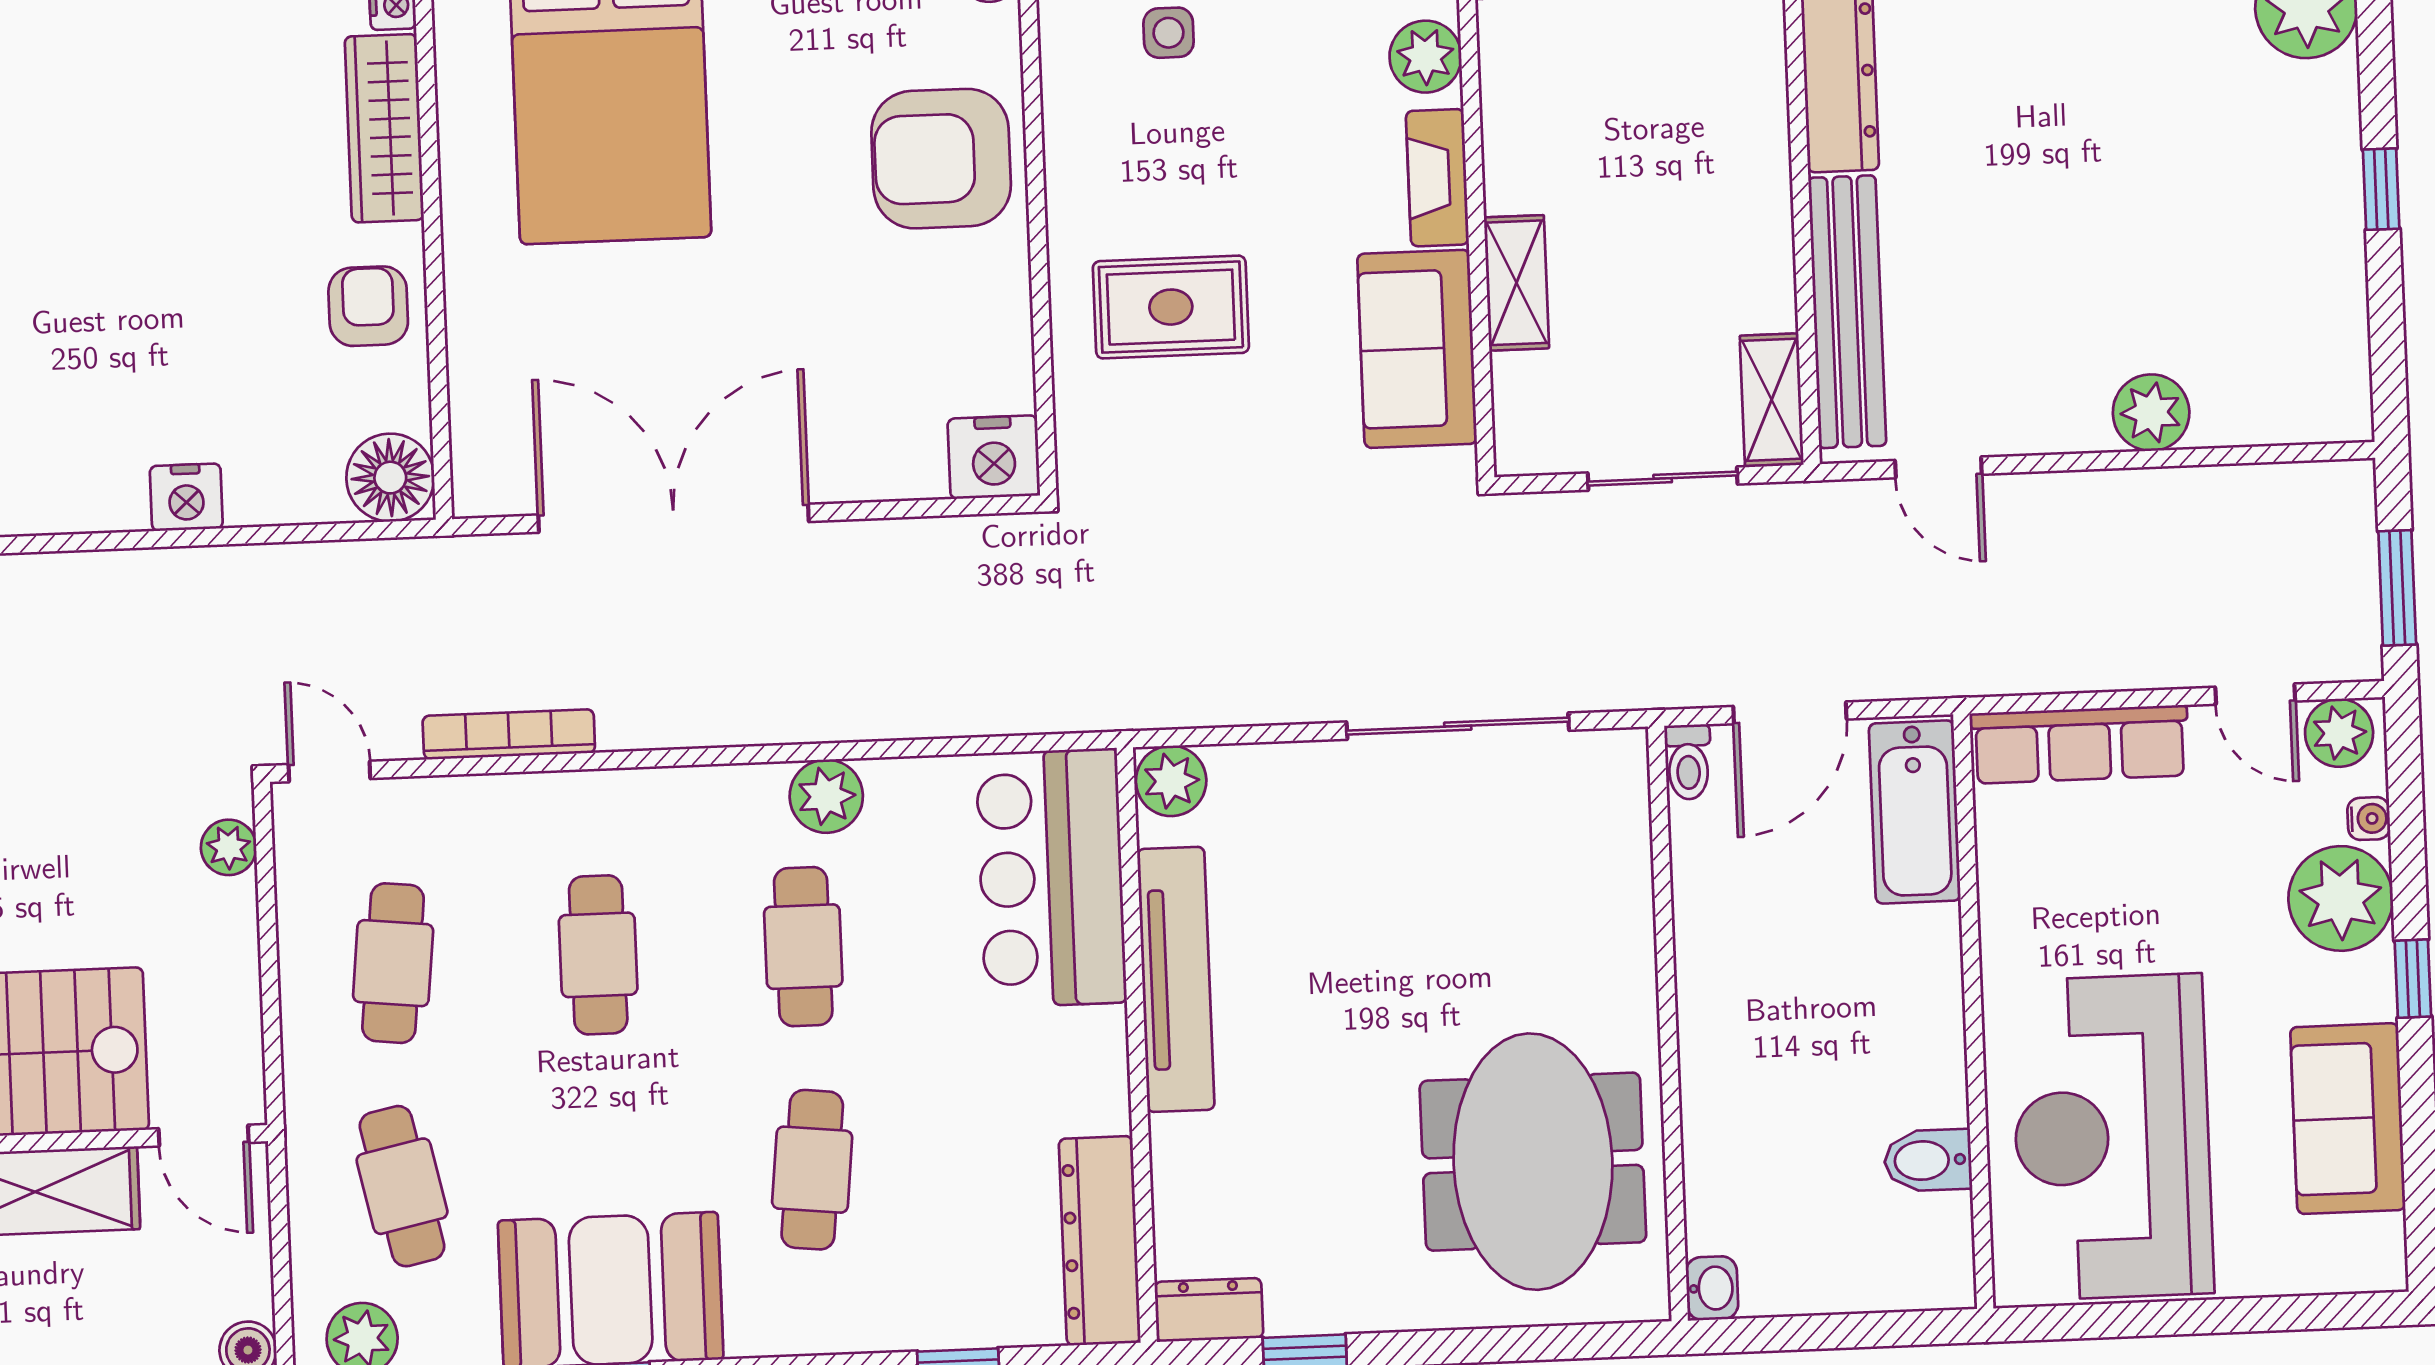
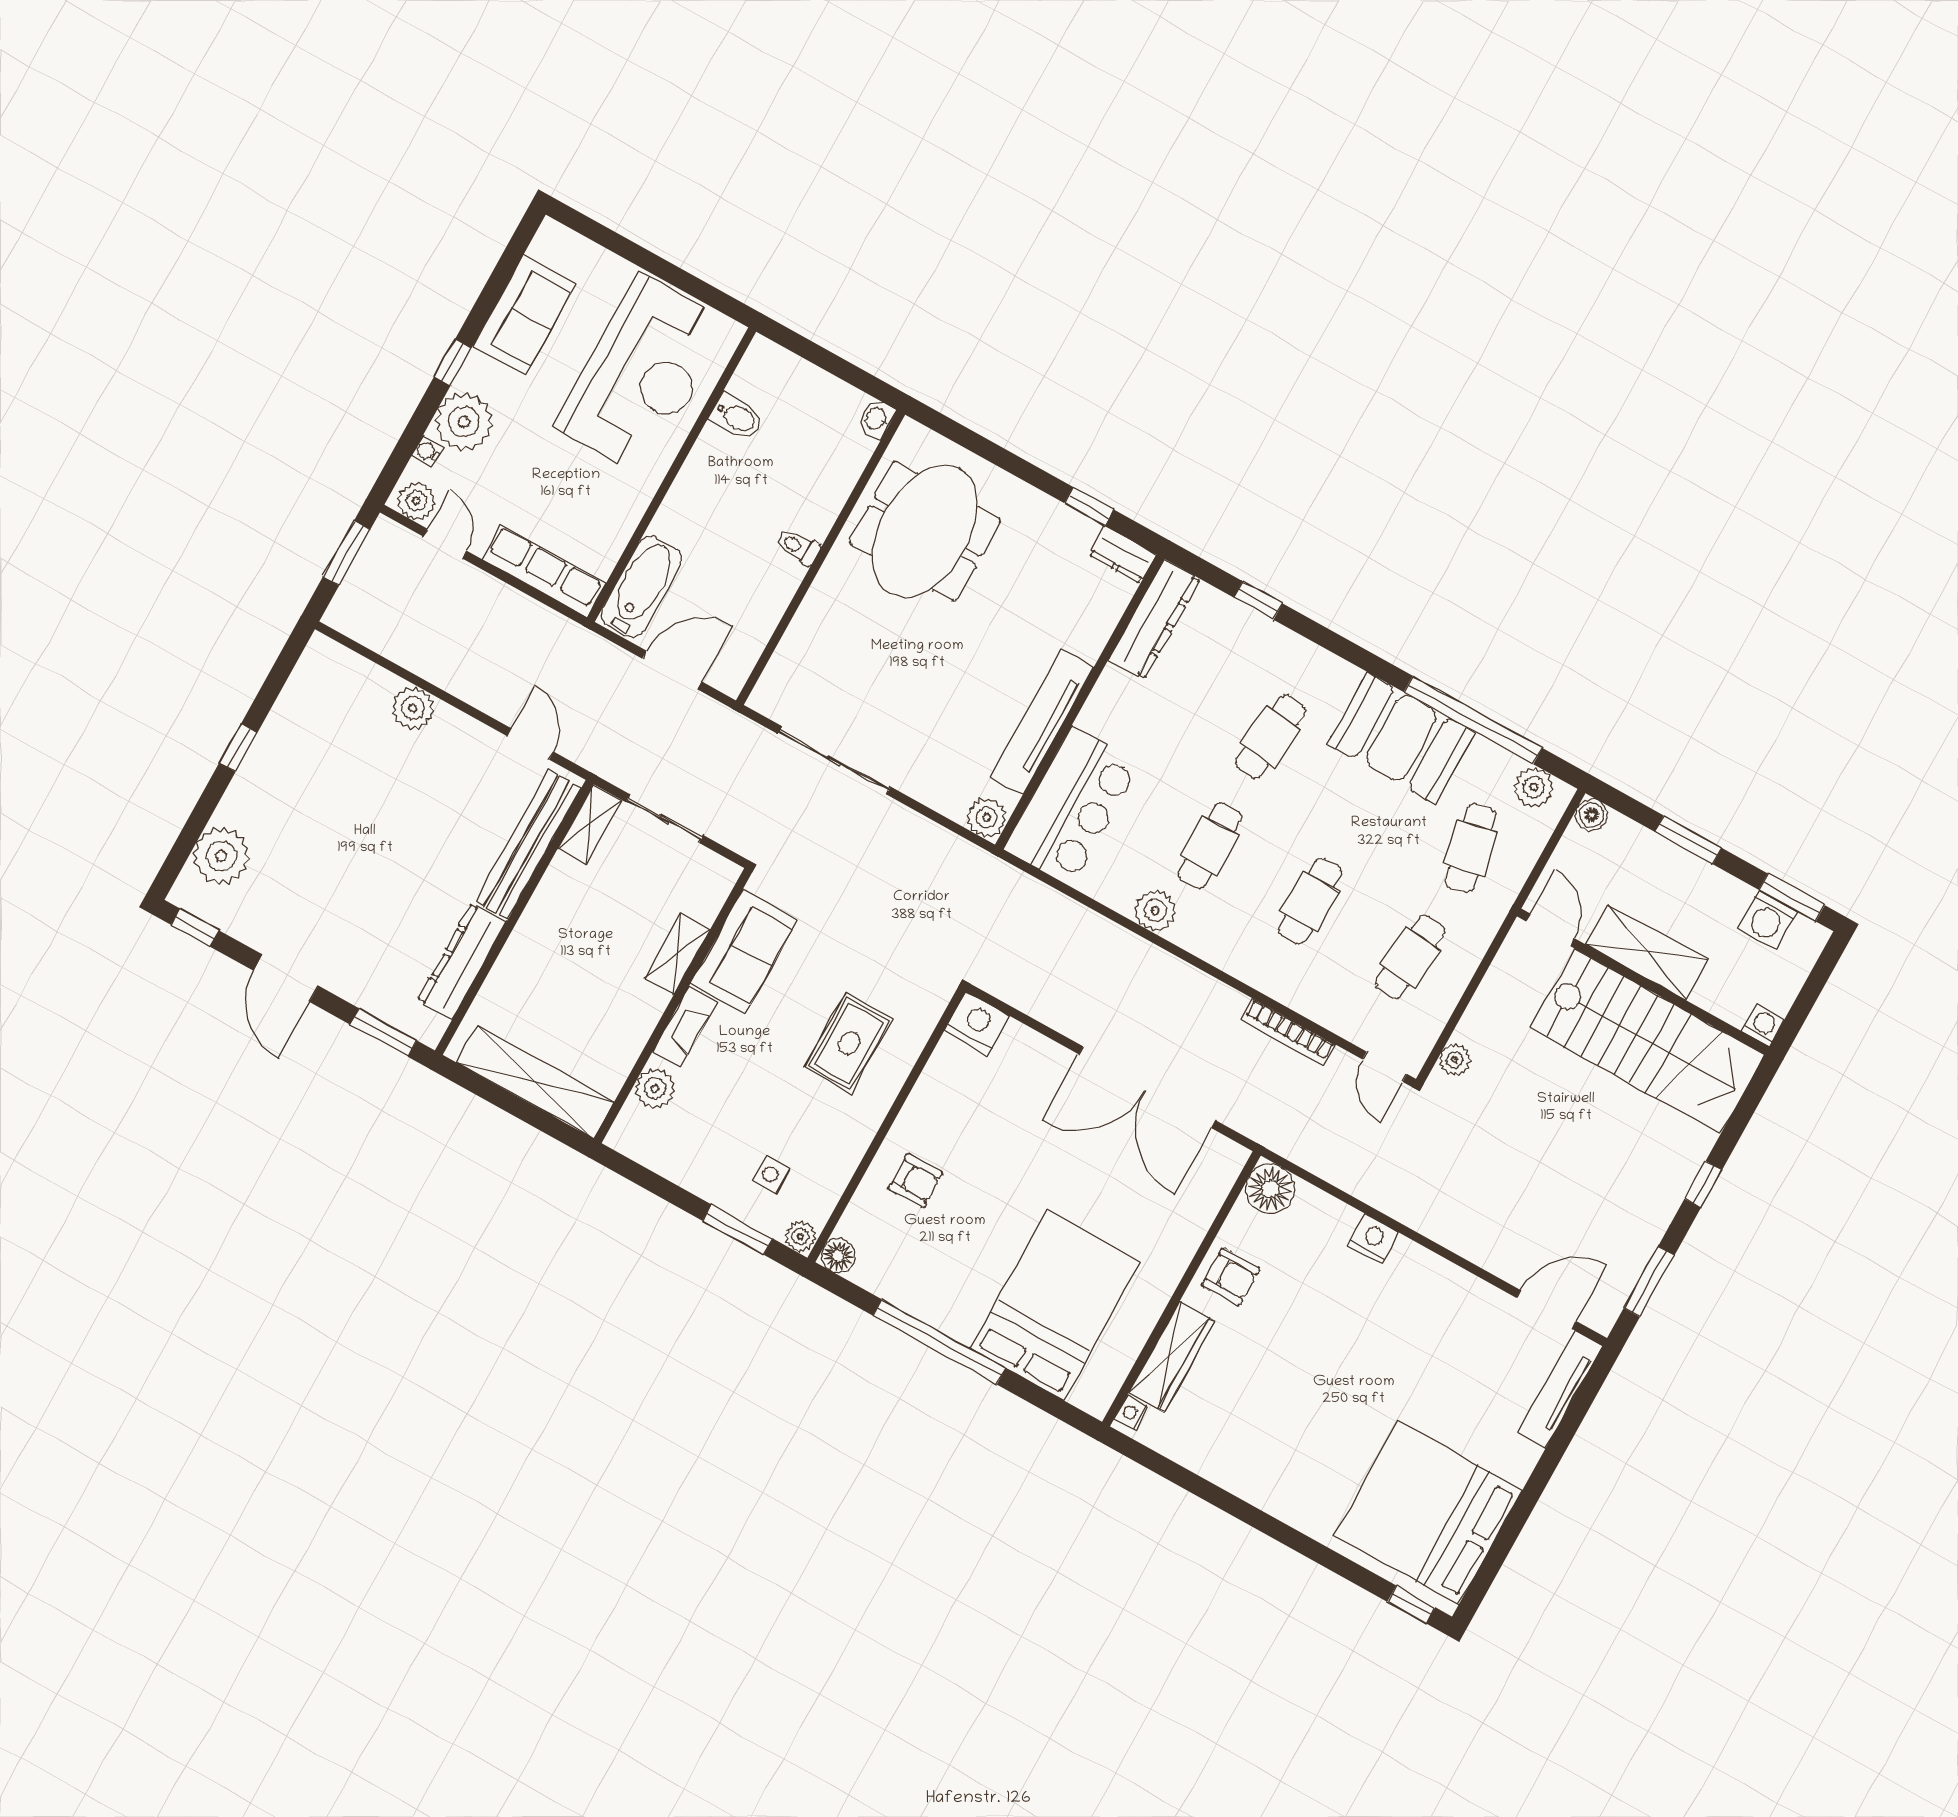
armchair: (941, 159) -> (915, 1181), width x0.53, depth x0.53
armchair: (368, 306) -> (1231, 1277), turned -90
rug: (1171, 307) -> (849, 1043), turned 90
toilet: (1688, 762) -> (798, 547), moved, turned -90

